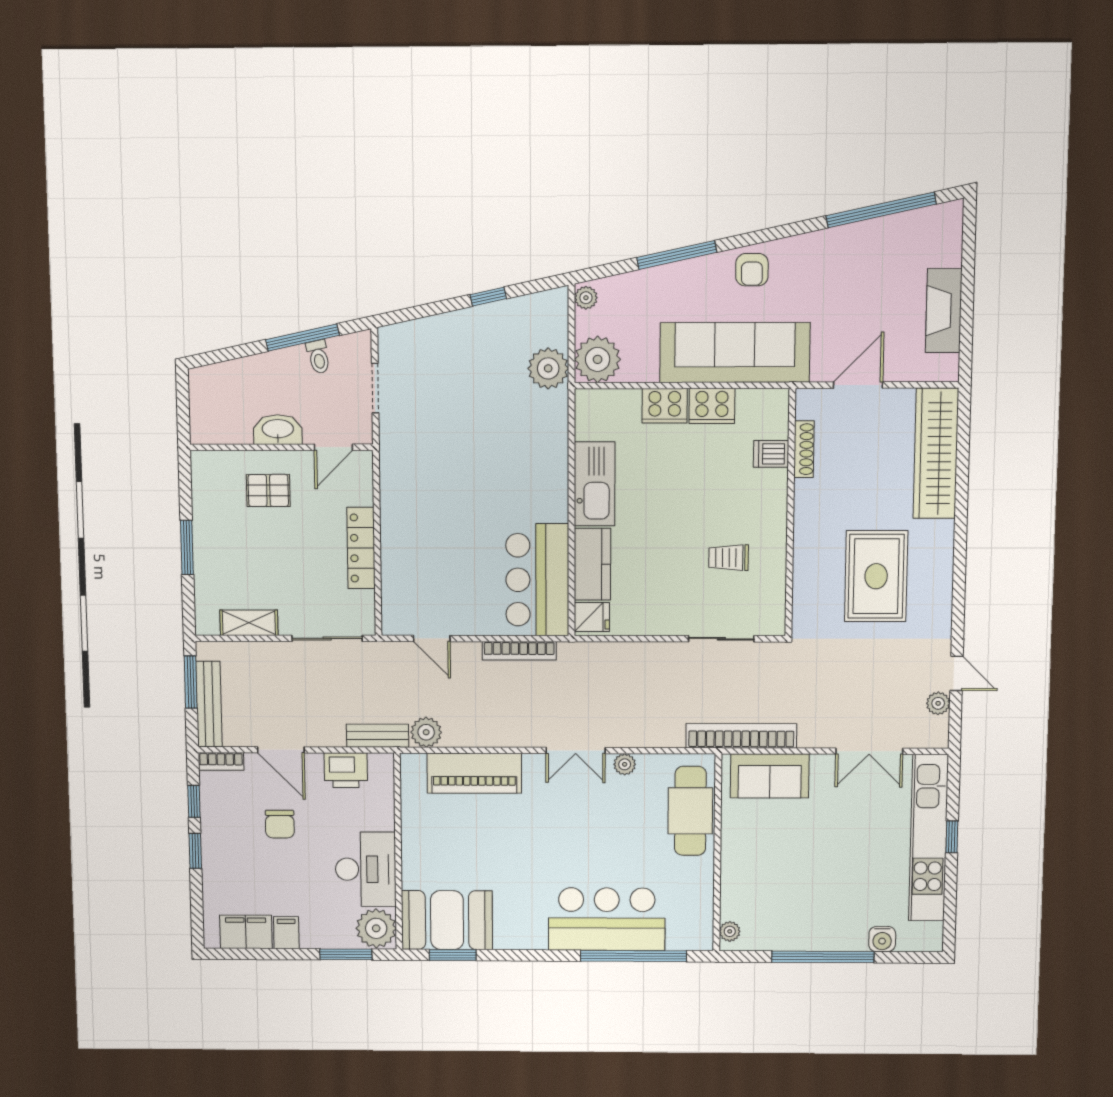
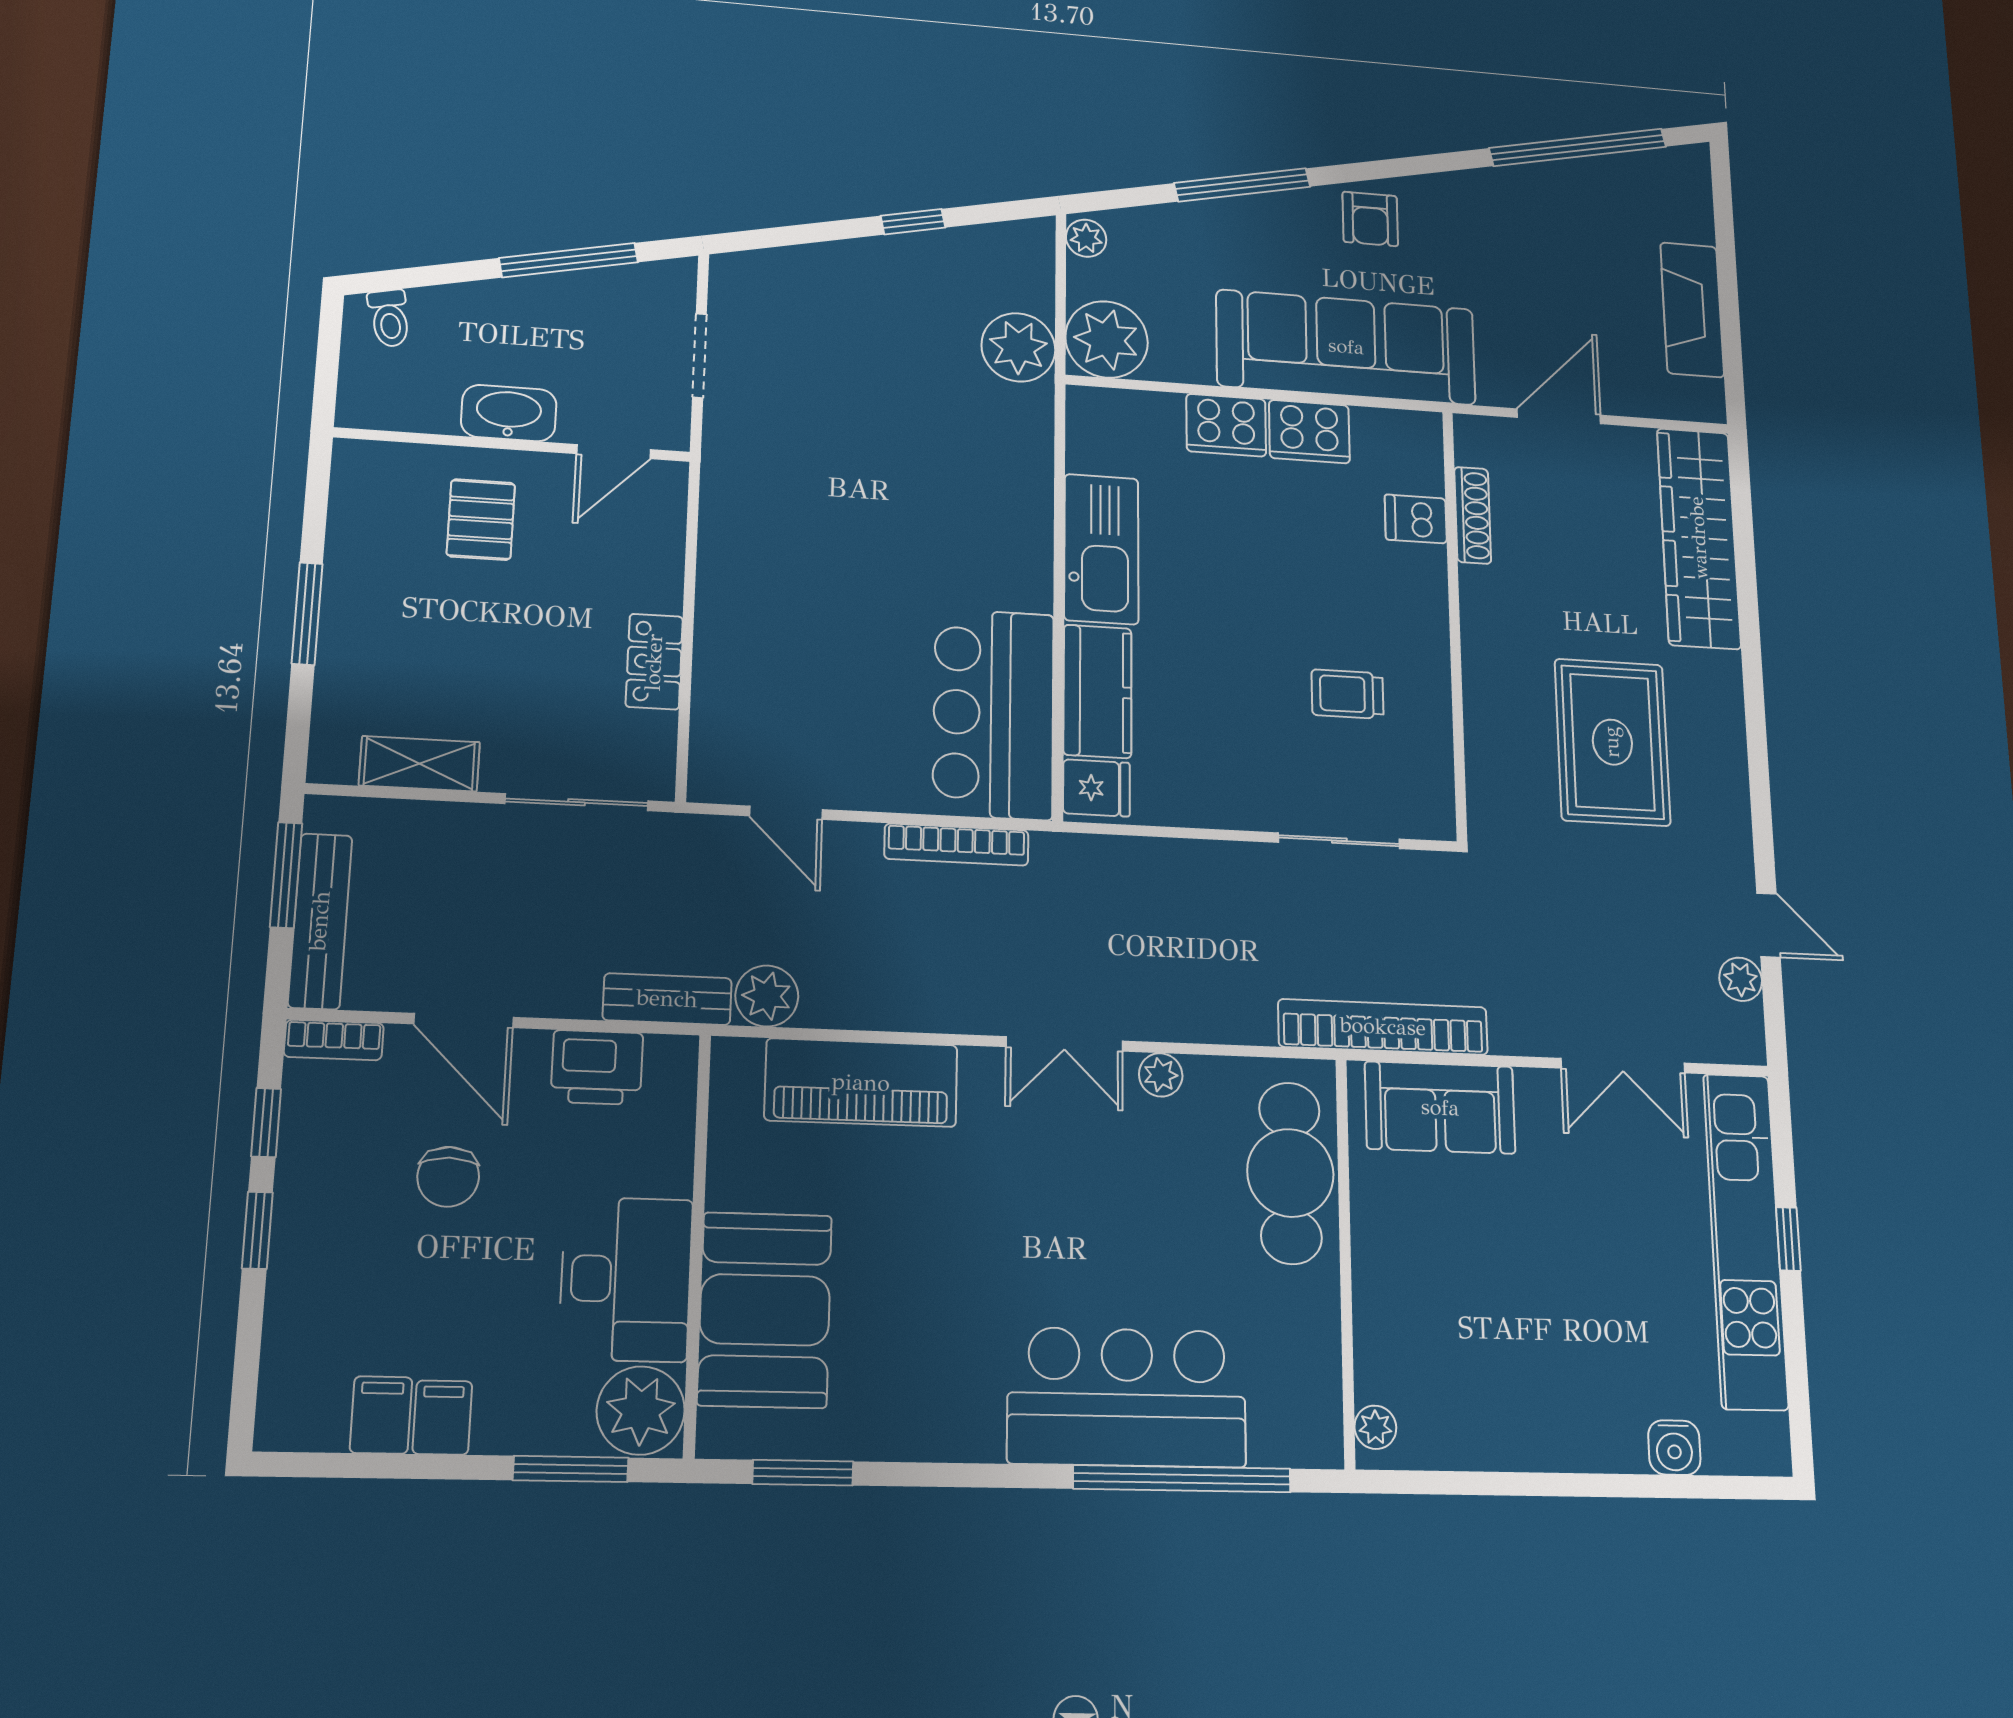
toilet: (318, 357) -> (389, 318), moved
pallet: (268, 490) -> (481, 520), turned 90
locker: (361, 548) -> (654, 662), width x0.66
booth: (447, 920) -> (765, 1310), moved, turned 90
filing cabinet: (246, 932) -> (381, 1415), width x0.50
window: (823, 957) -> (1562, 1485), removed

